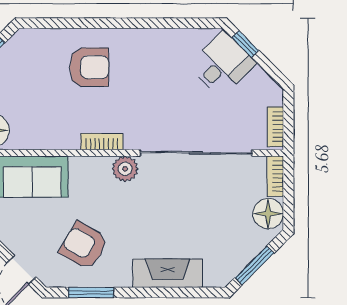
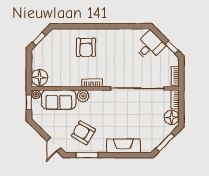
window: (245, 44) -> (172, 47), moved
armchair: (89, 67) -> (86, 47), turned 90
plant: (125, 169) -> (83, 96), moved

